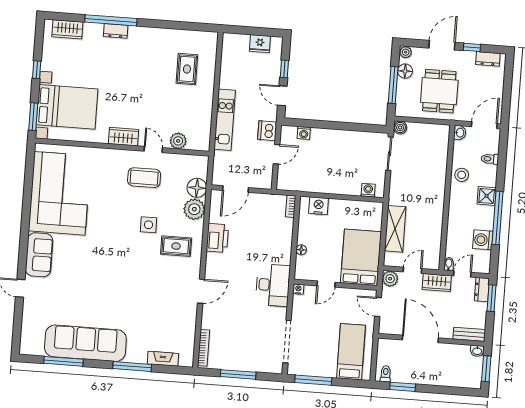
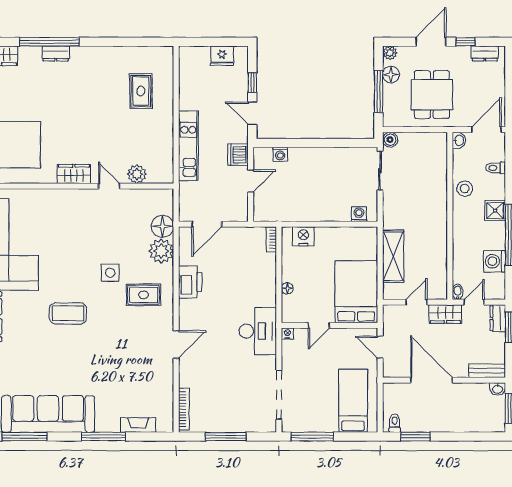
coffee table: (144, 178) -> (68, 313), moved
plant: (390, 279) -> (392, 314), removed

